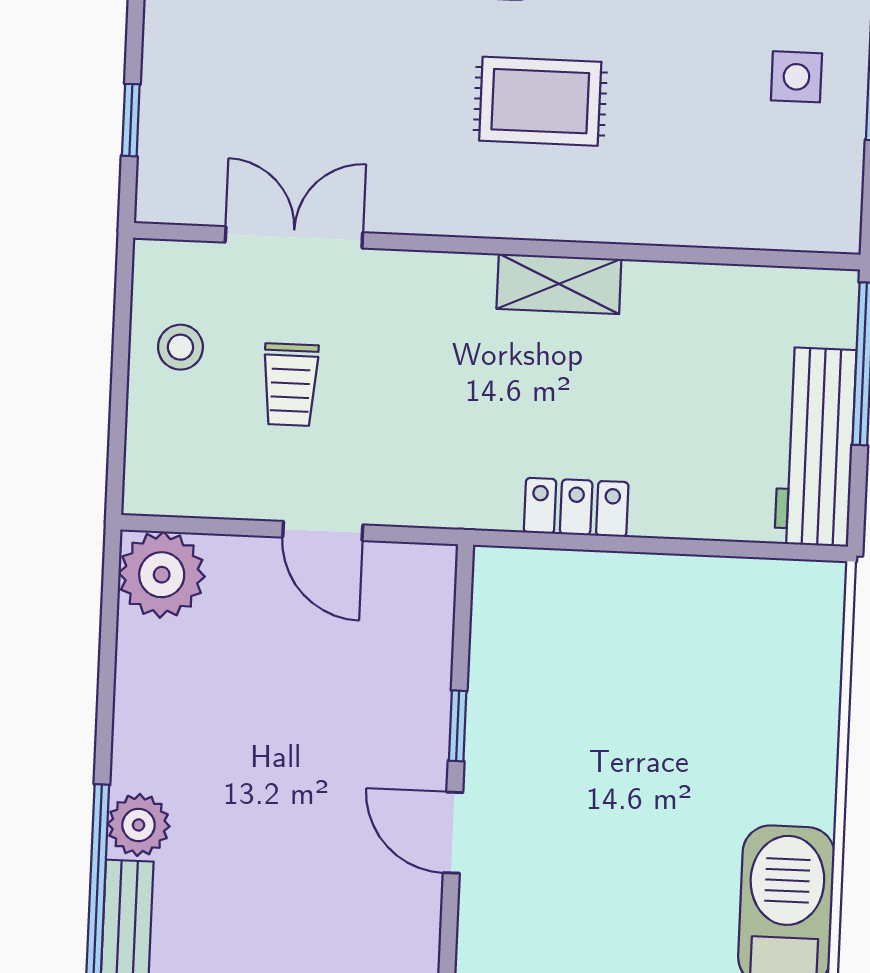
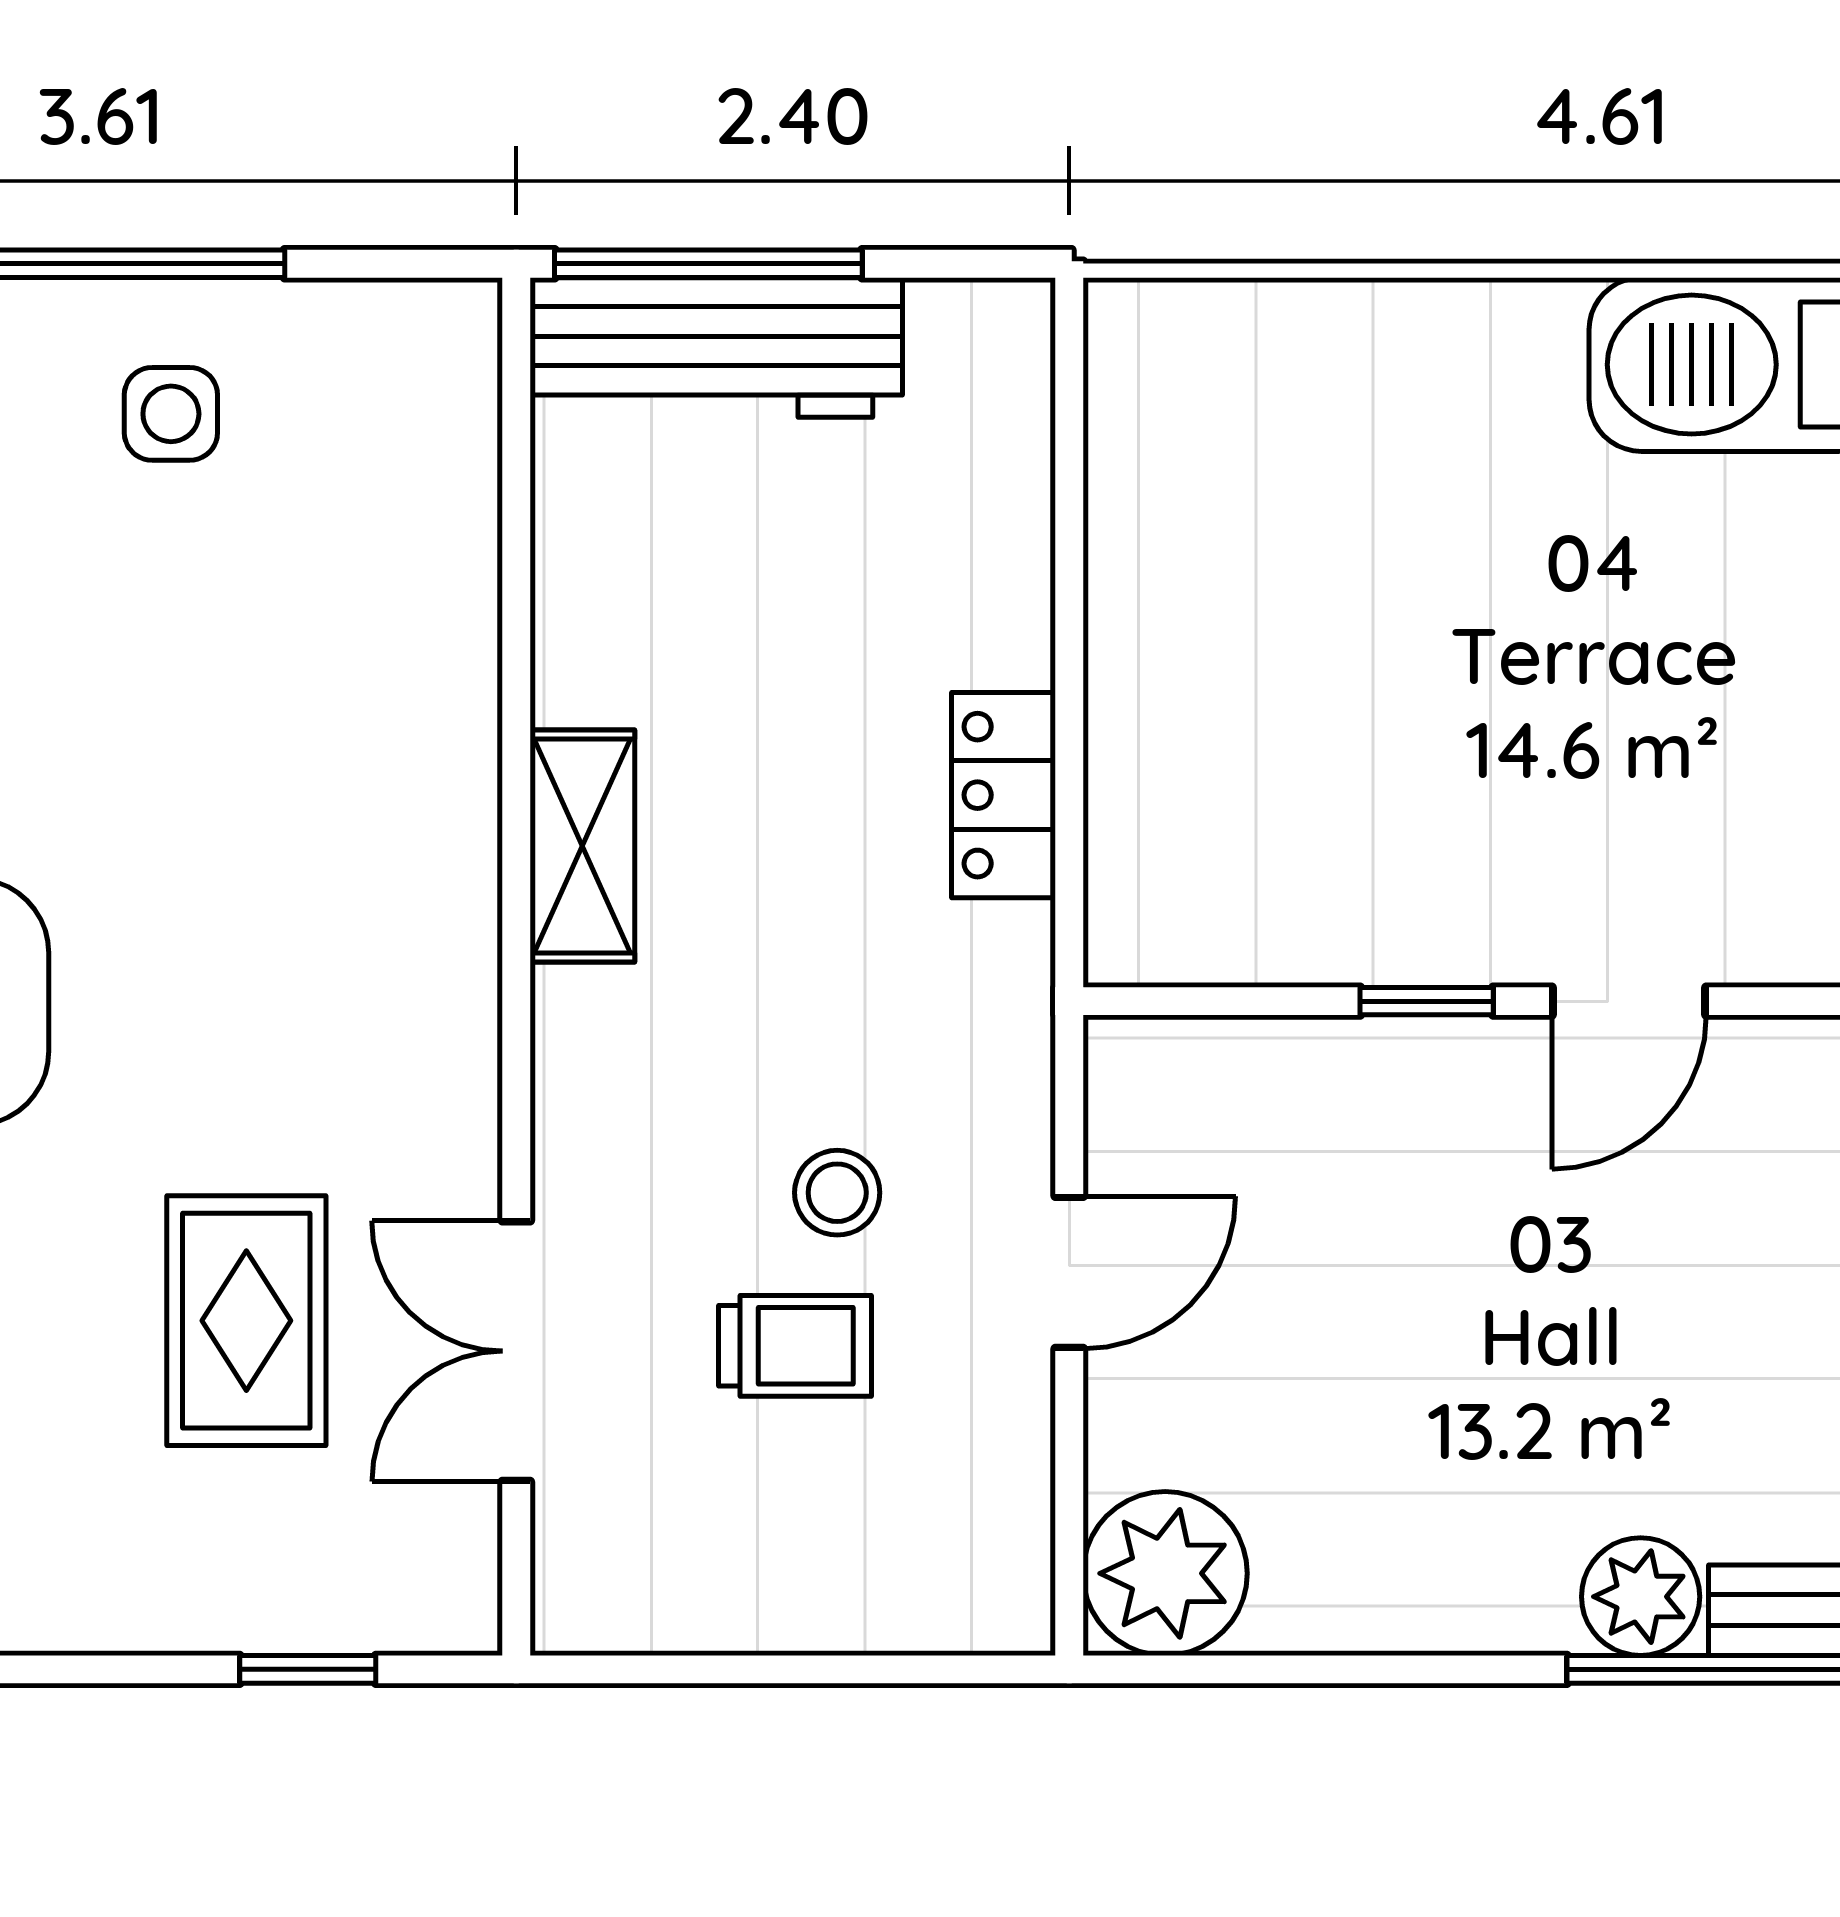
rug: (540, 101) -> (246, 1321), moved
stool: (180, 347) -> (837, 1193), moved
workbench: (815, 447) -> (716, 347), moved

